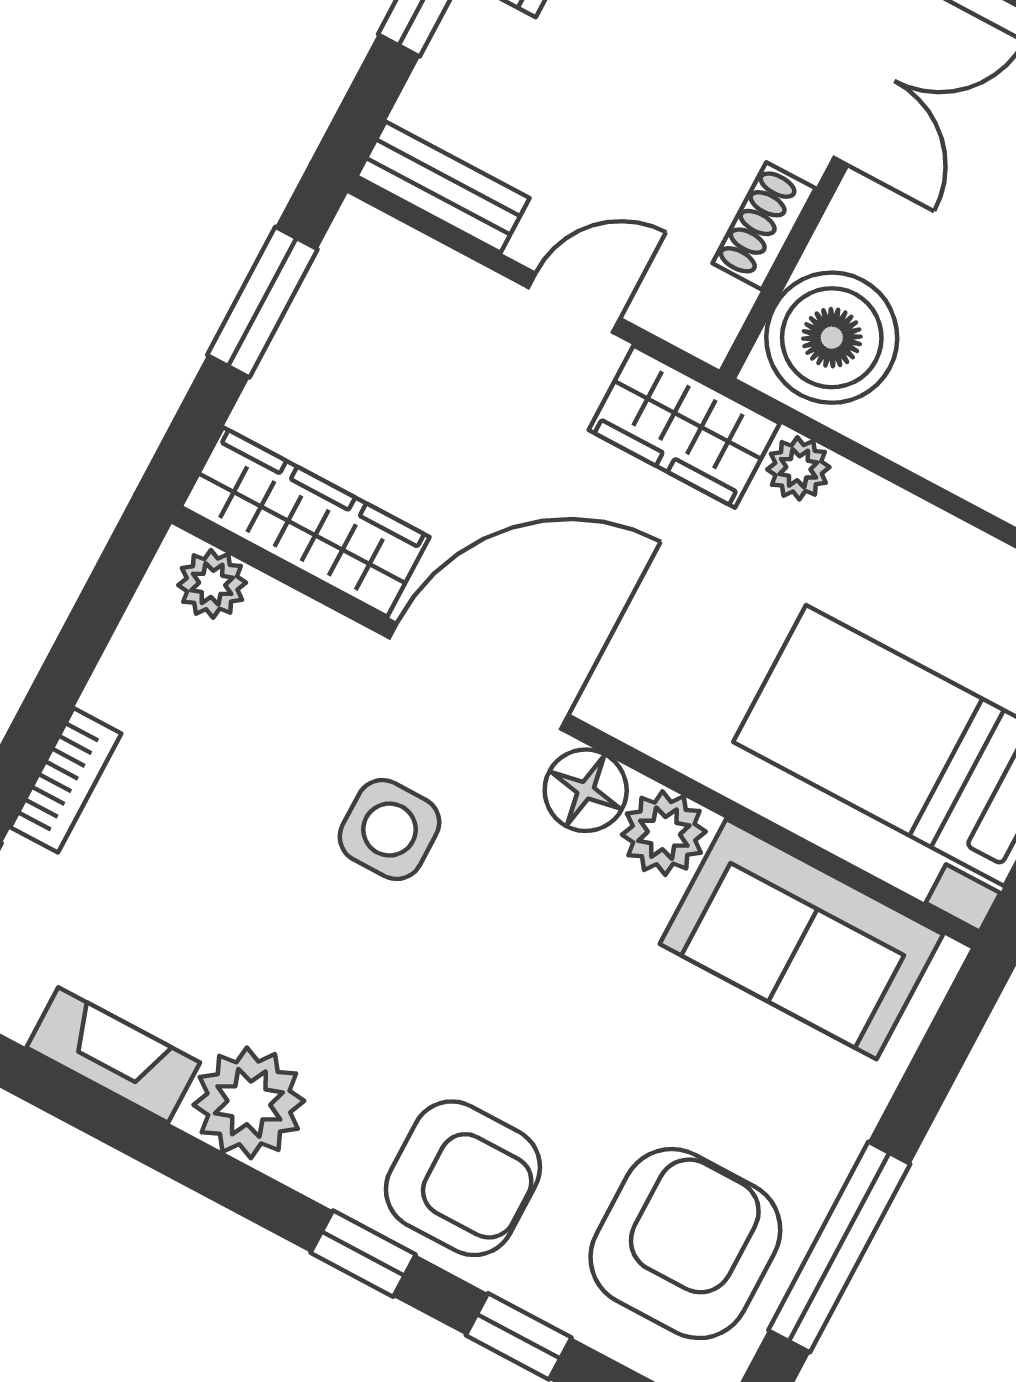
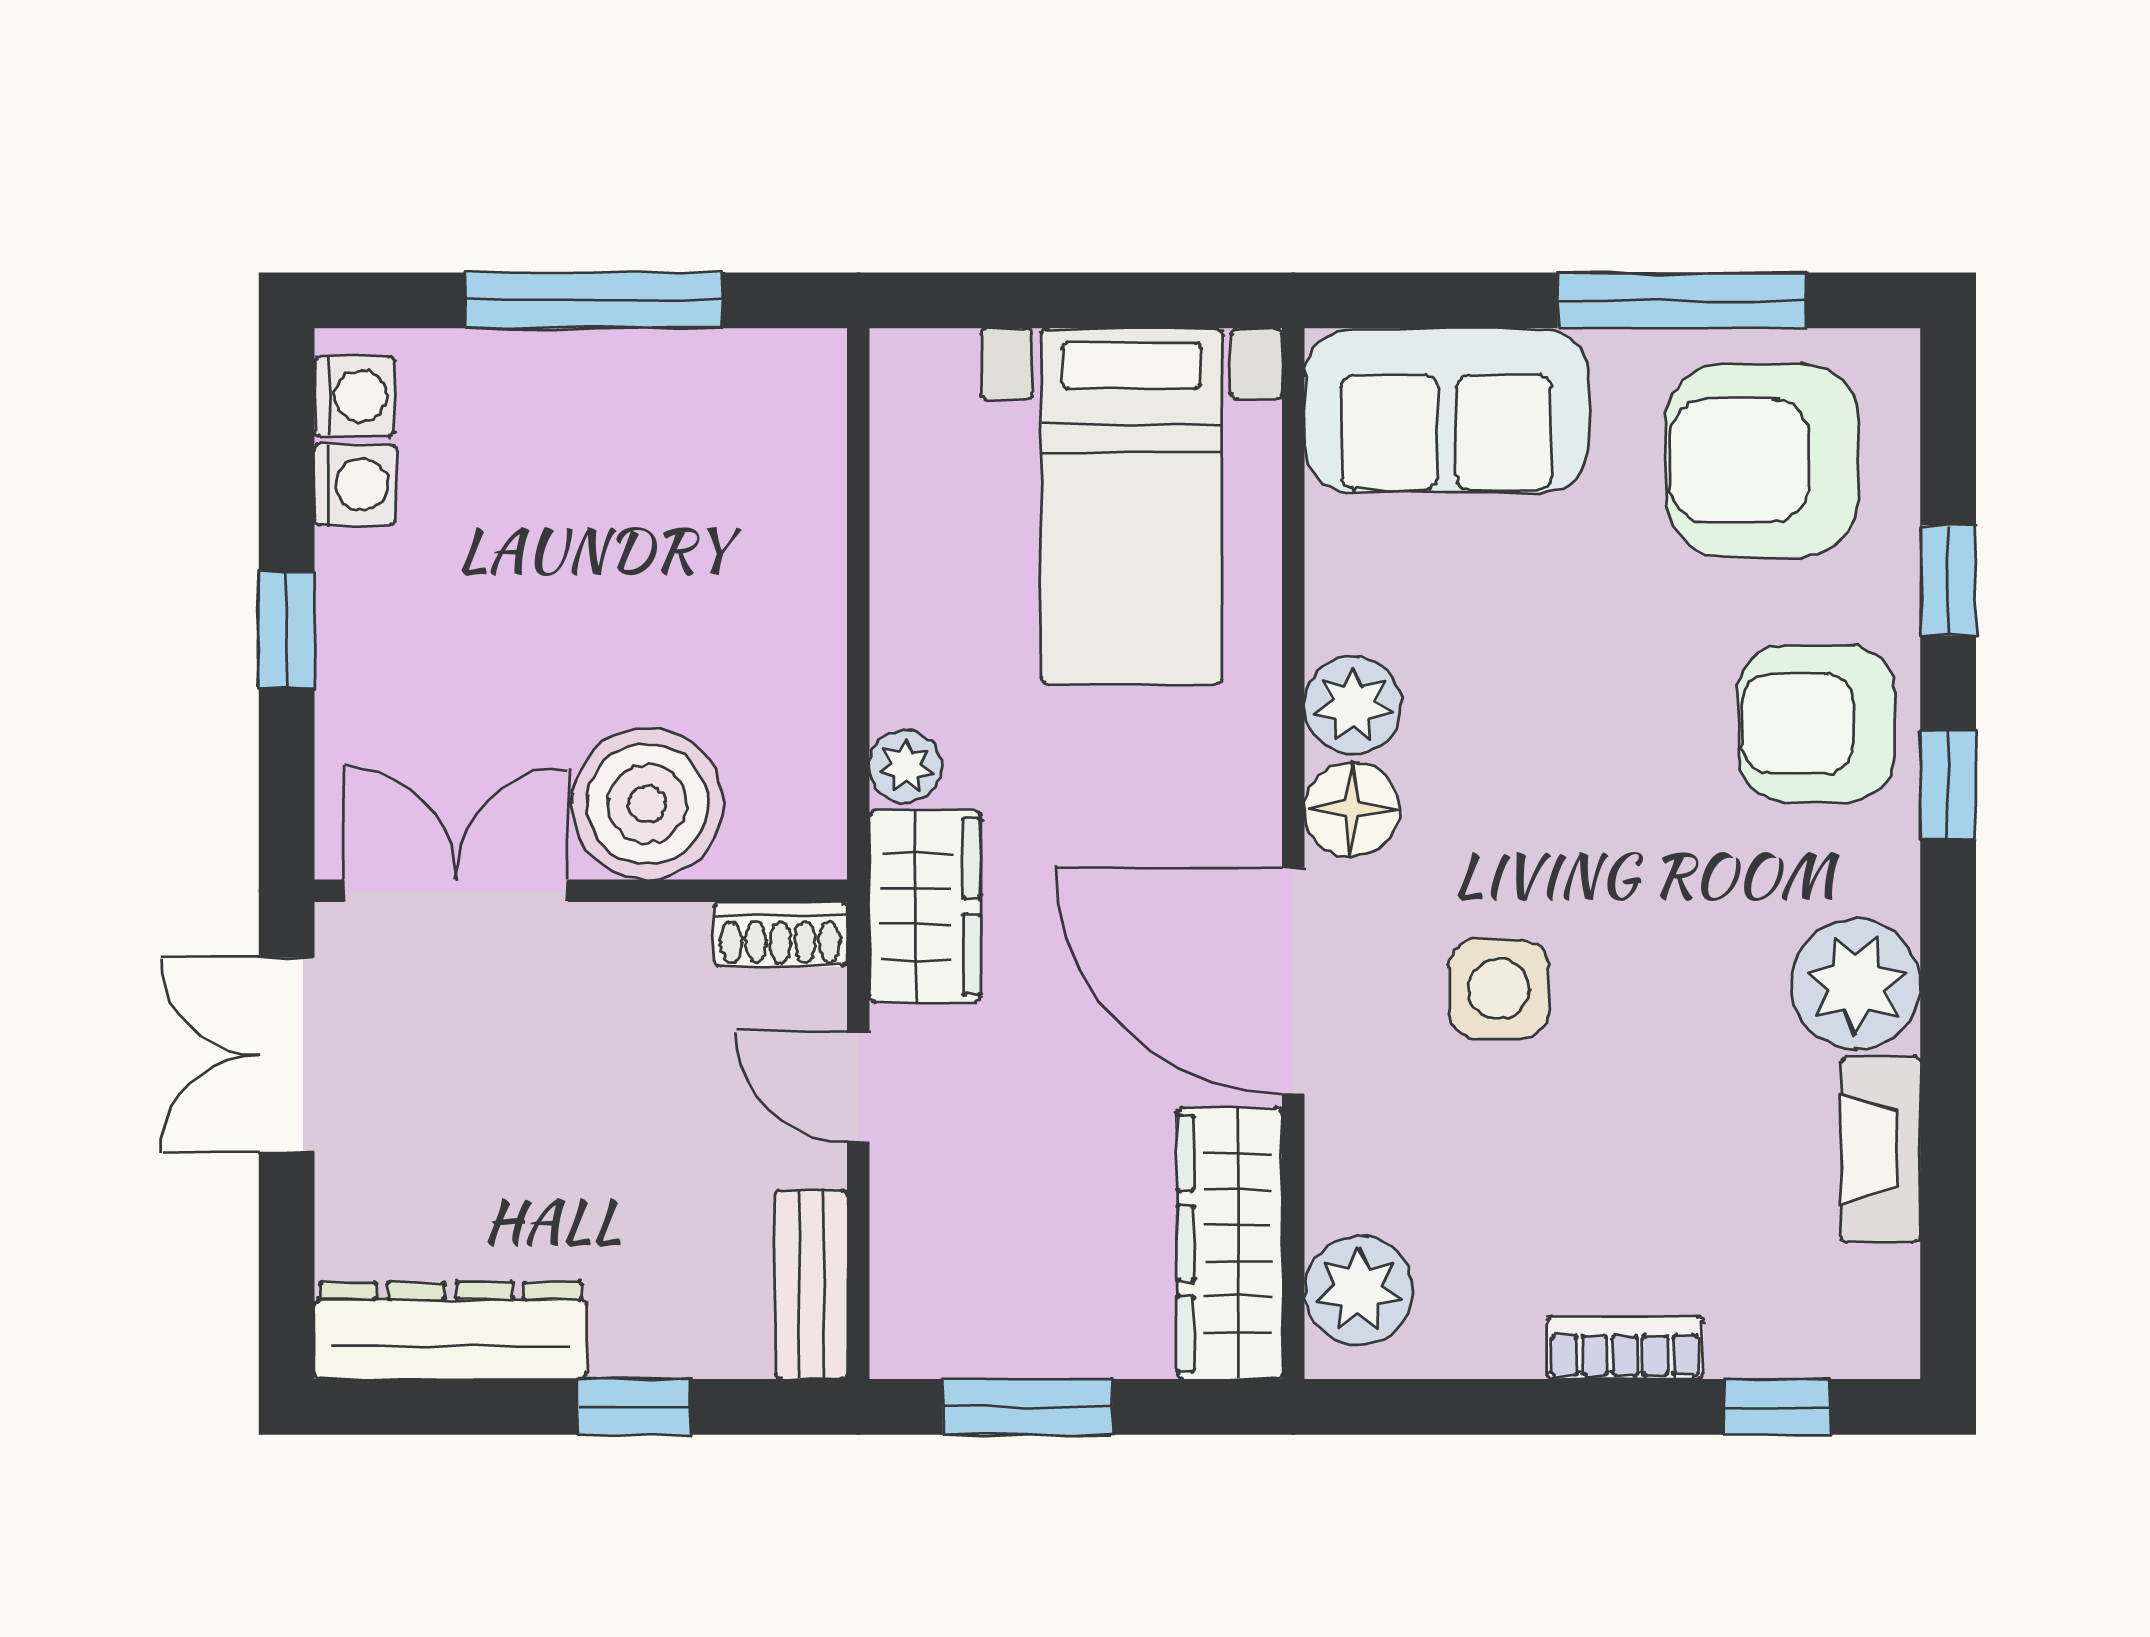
shoe rack: (764, 226) -> (780, 934), moved
boiler: (832, 338) -> (647, 804), moved
plant: (212, 584) -> (1359, 1290), width x1.38, depth x1.38
sofa: (801, 939) -> (1447, 411), moved, turned 90
armchair: (463, 1178) -> (1816, 724), turned -90

